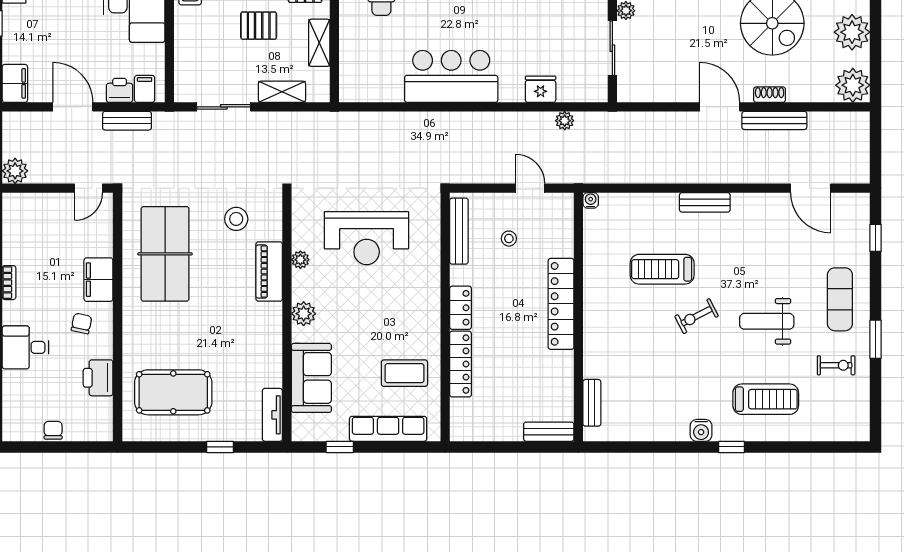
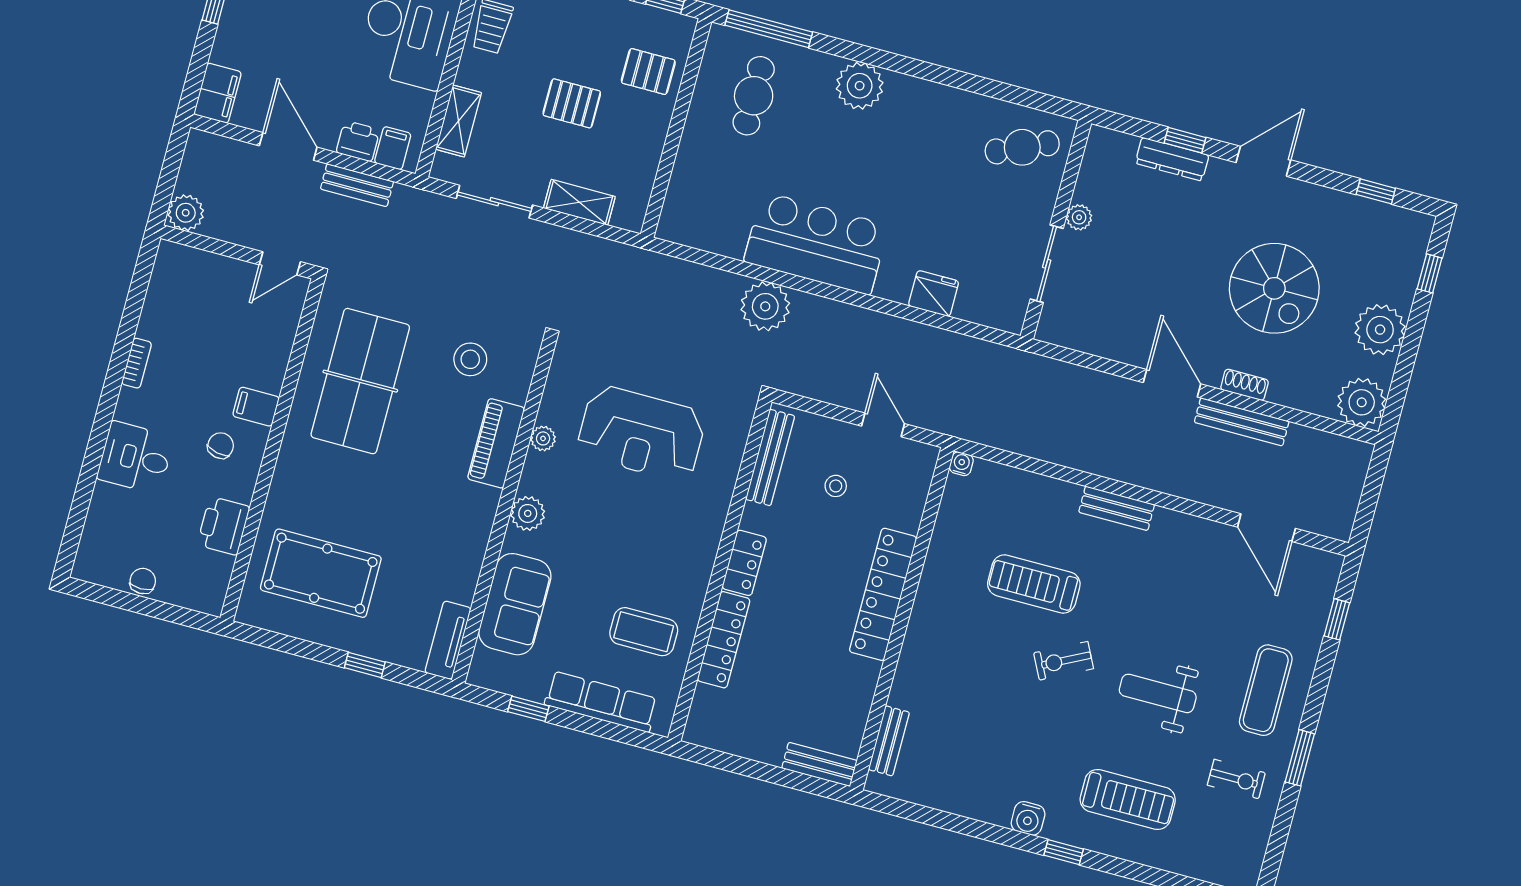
shelving: (319, 43) -> (459, 121), moved
plant: (565, 121) -> (765, 306), moved, width x1.87, depth x1.87
filing cabinet: (98, 280) -> (256, 407), width x0.50

